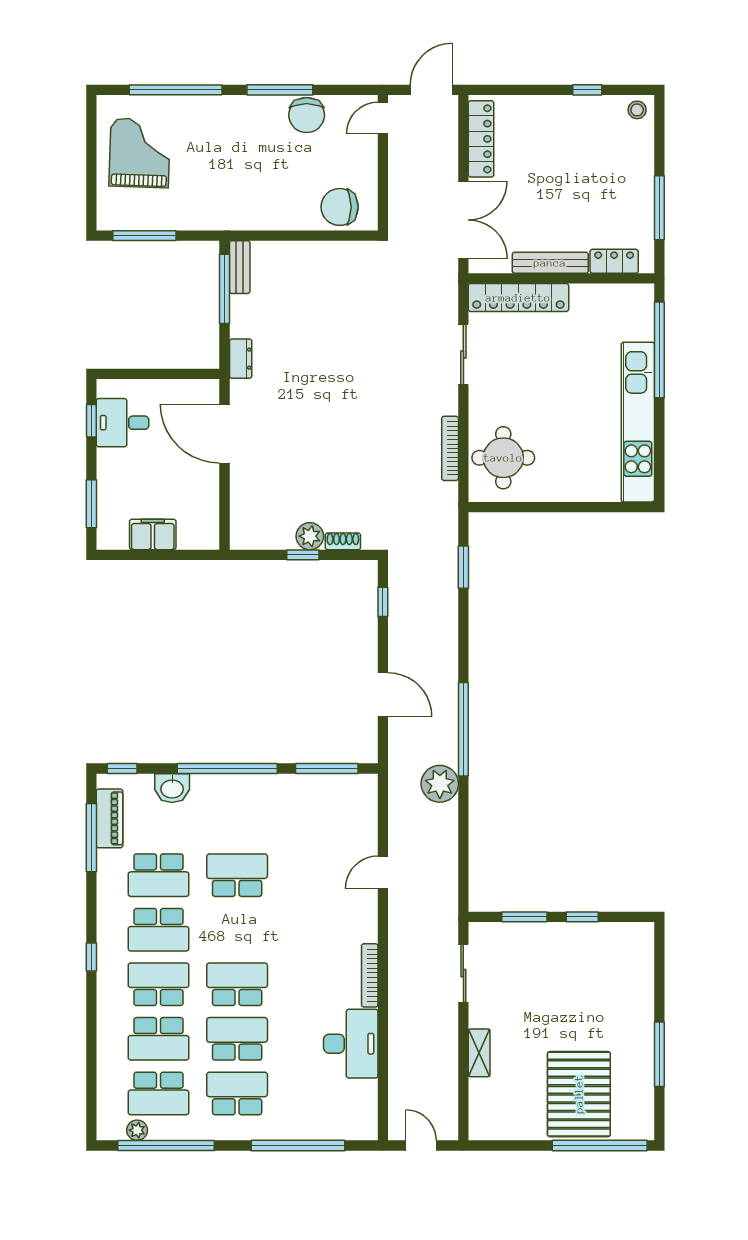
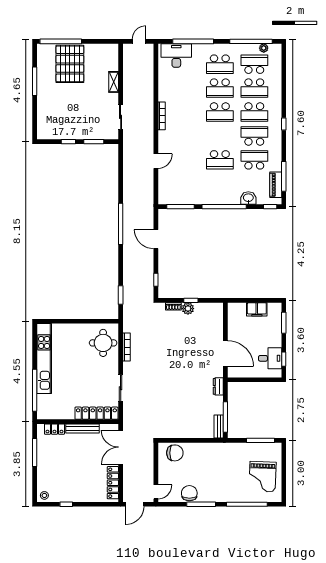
plant: (440, 784) -> (131, 200), removed
school desk: (158, 1039) -> (254, 88), turned 180
desk: (351, 1044) -> (176, 55), moved, turned 90
door: (421, 1146) -> (139, 41), swing flipped

